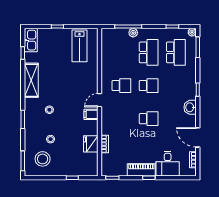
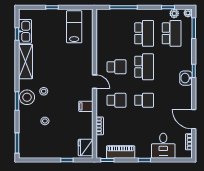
plant: (133, 33) -> (174, 13), moved
kitchen sink: (31, 40) -> (25, 31), moved
lab bench: (79, 46) -> (74, 27), turned 180
school desk: (149, 86) -> (144, 67), width x1.85
door: (99, 100) -> (94, 82), swing flipped
washbasin: (190, 107) -> (186, 78), moved
filing cabinet: (91, 114) -> (86, 106), moved
school desk: (121, 119) -> (116, 100), added
fridge: (91, 144) -> (86, 148), moved
stool: (43, 159) -> (27, 97), moved
piano: (141, 170) -> (121, 152), moved

